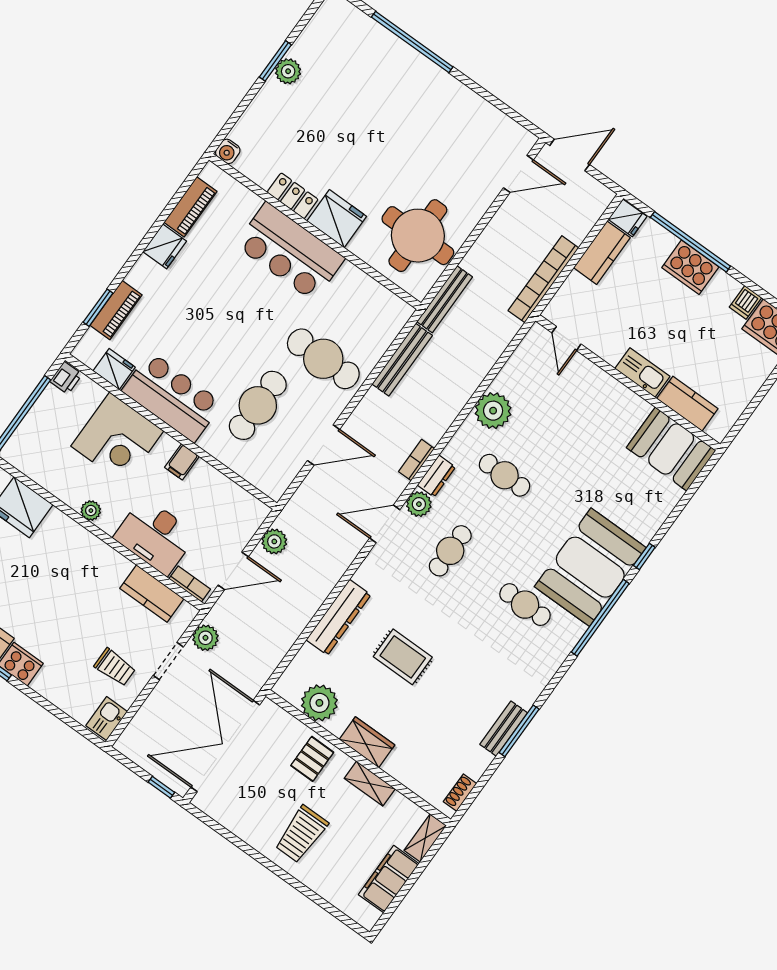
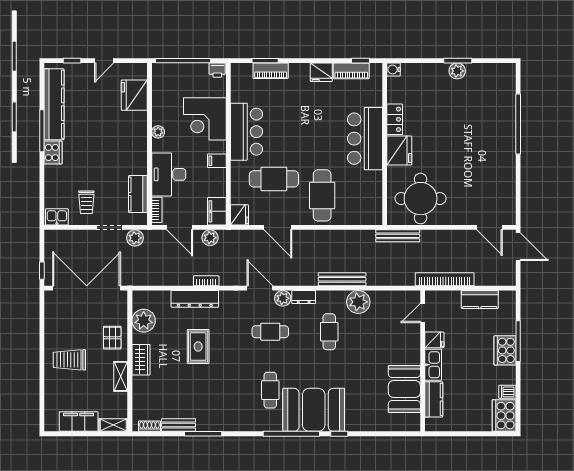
window: (186, 185) -> (361, 61), added
fridge: (628, 218) -> (434, 340), moved, turned -90
window: (690, 242) -> (518, 341), width x0.68
bench: (402, 360) -> (342, 279), moved
fridge: (114, 369) -> (239, 215), moved
booth: (671, 449) -> (404, 389), moved
bookcase: (416, 460) -> (206, 281), moved
filing cabinet: (247, 508) -> (217, 211), added
bench: (504, 729) -> (179, 425), moved
pallet: (312, 759) -> (112, 338), turned 90

